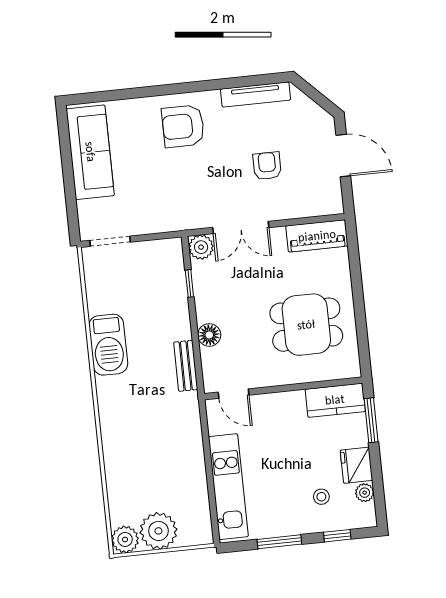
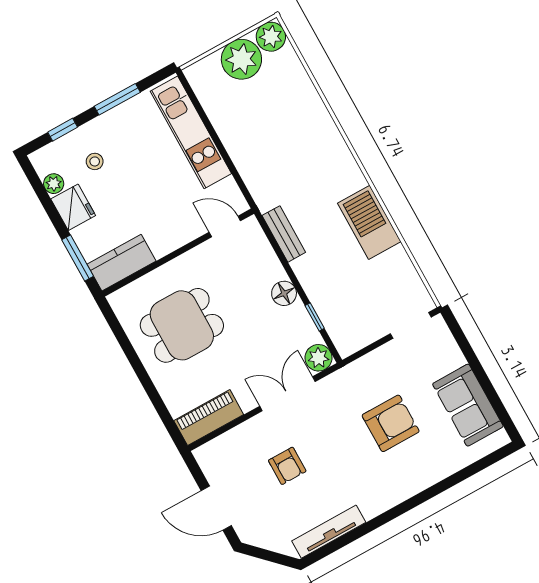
armchair: (183, 126) -> (391, 423), moved
sofa: (90, 152) -> (468, 405), width x0.73
floor lamp: (209, 335) -> (284, 293), moved

